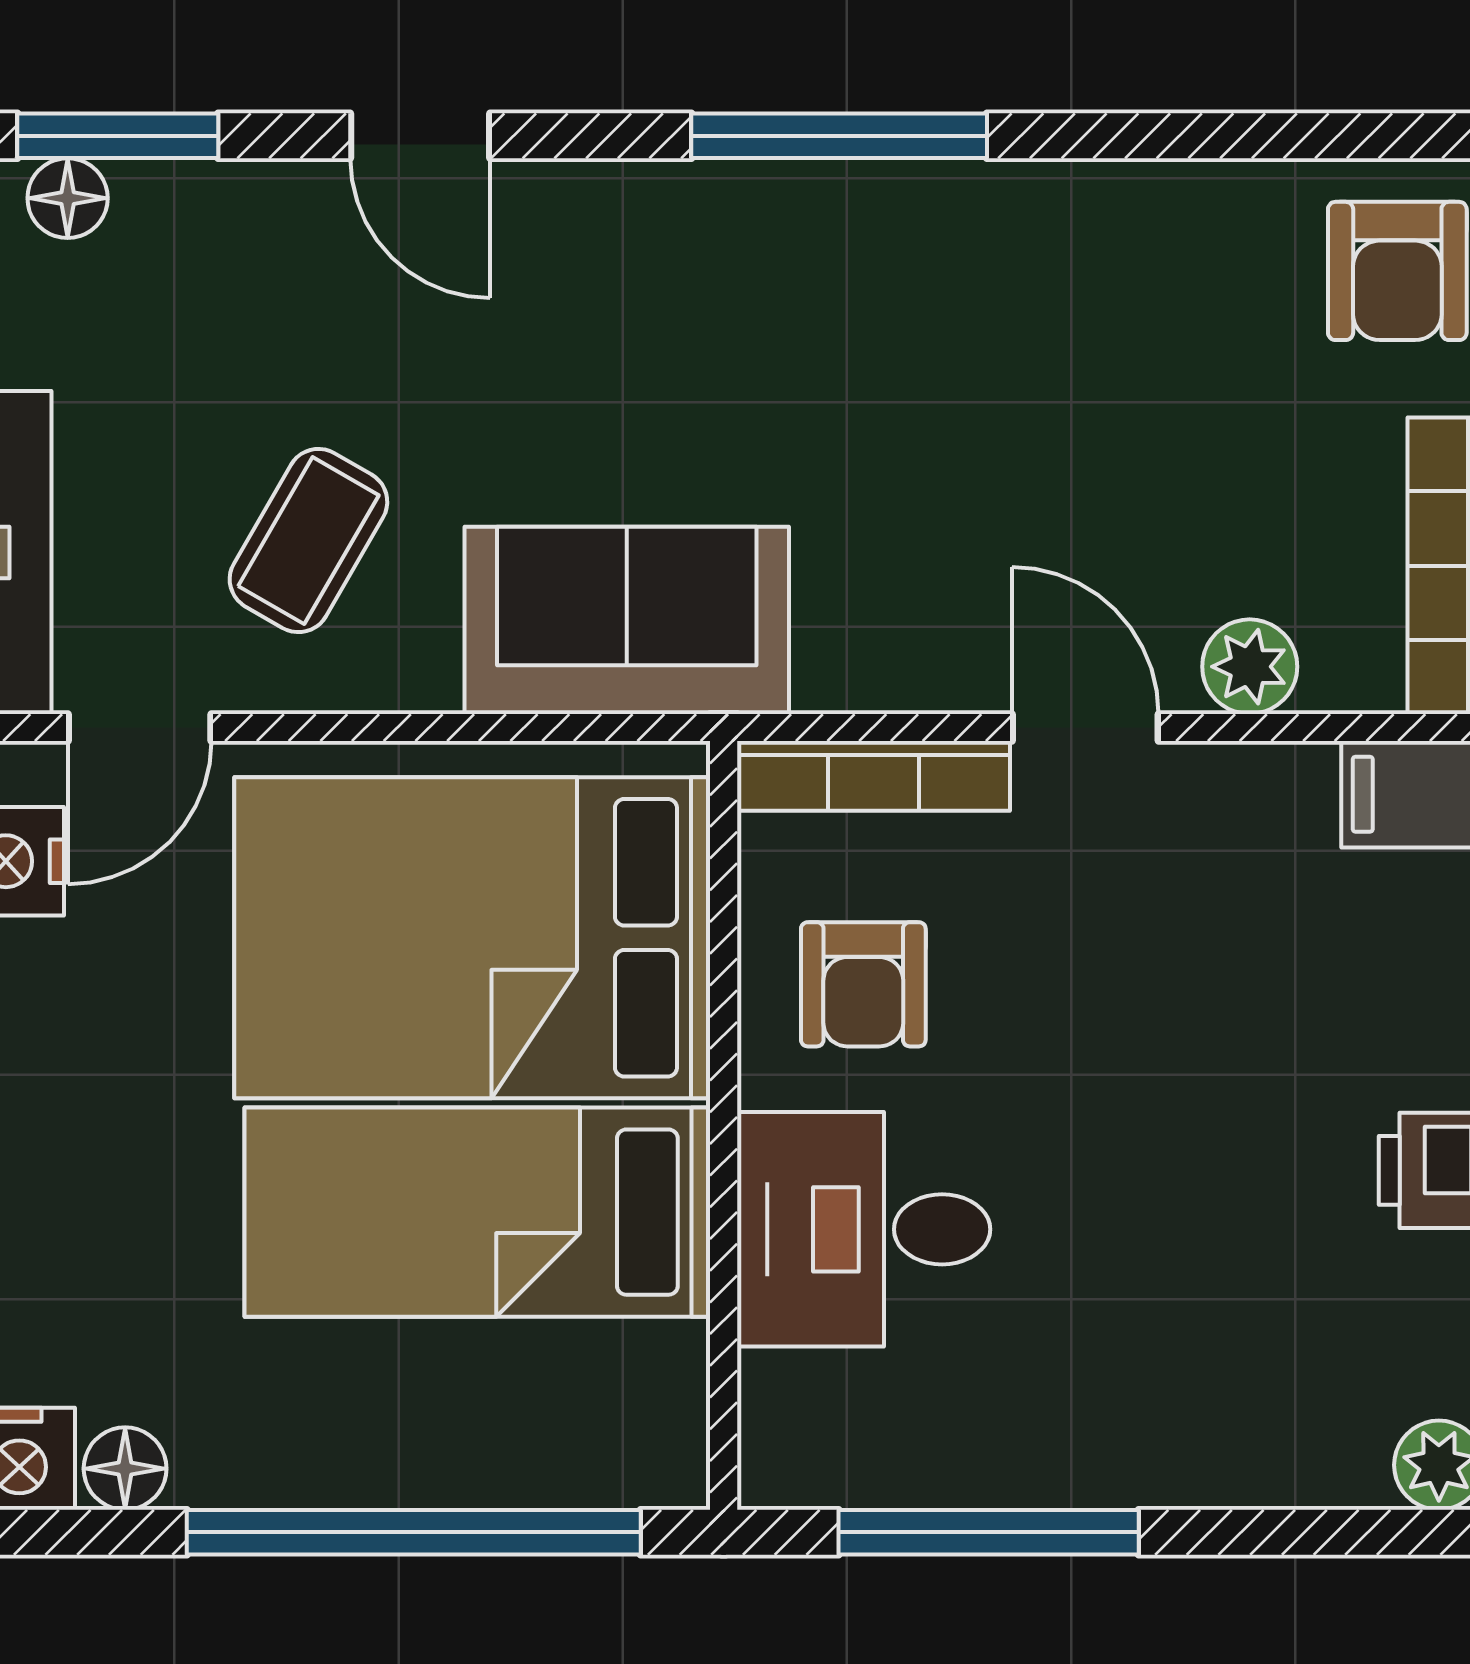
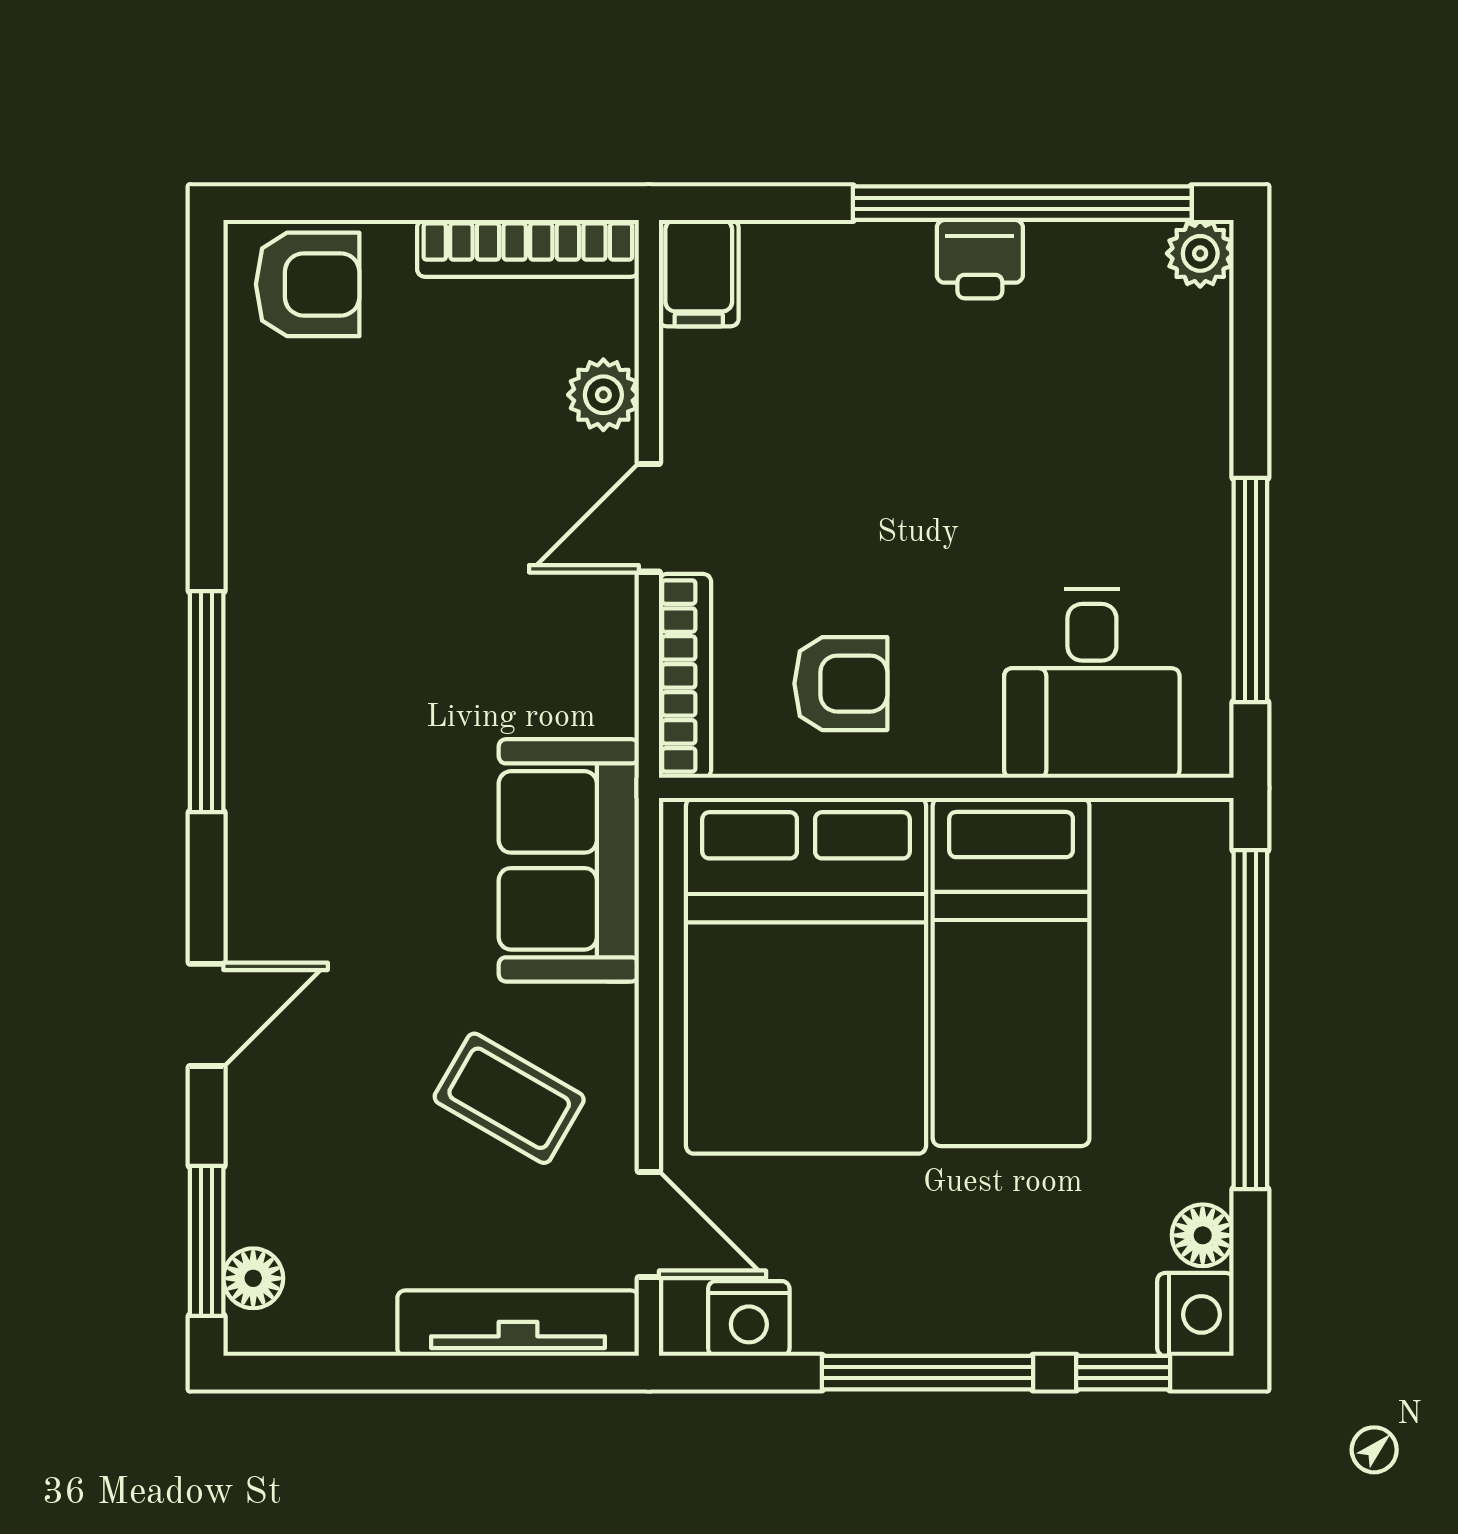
desk: (864, 1229) -> (1092, 683), moved

